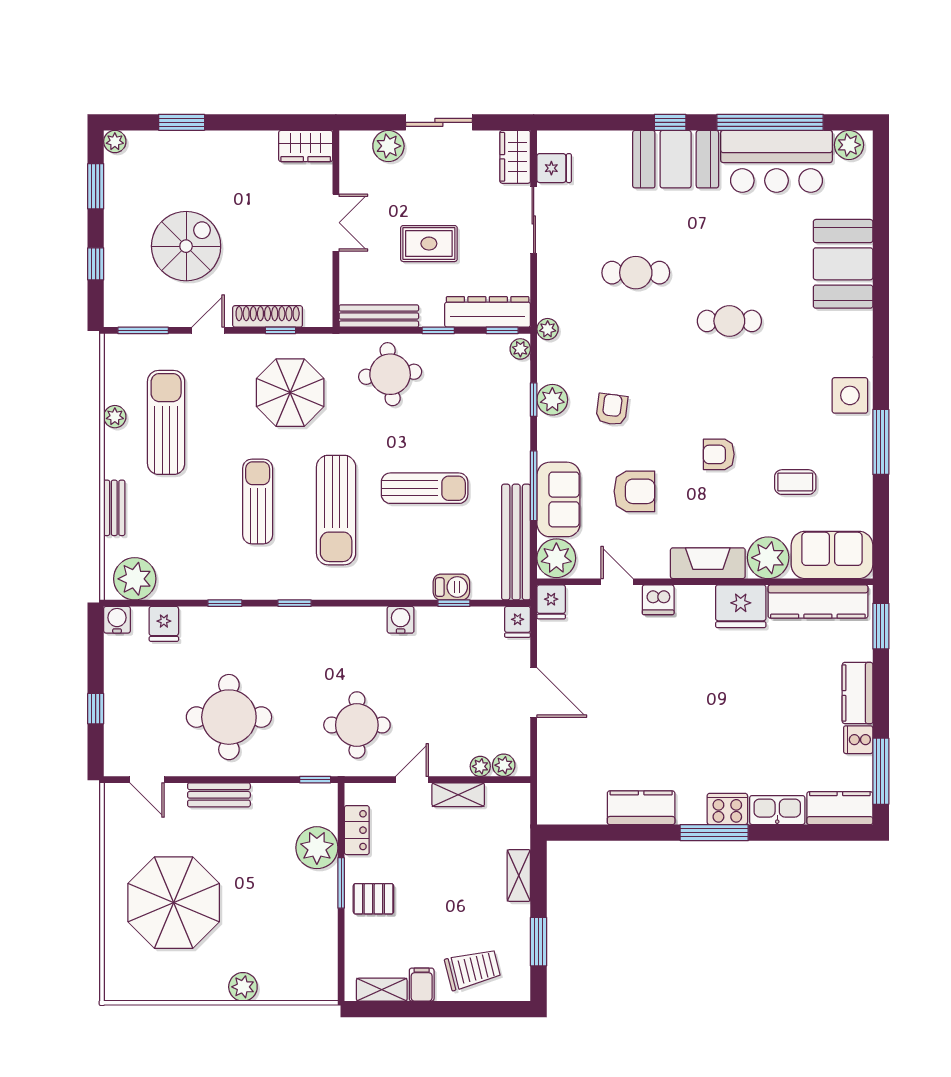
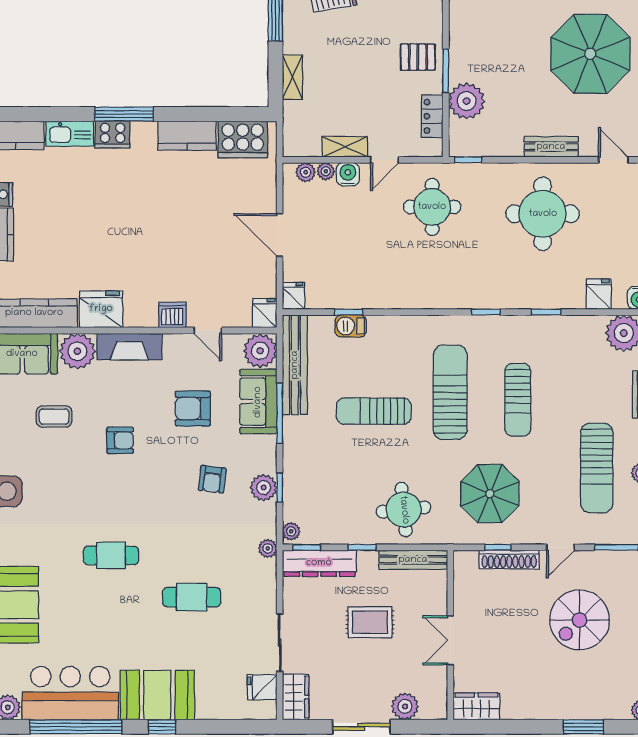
water cooler: (401, 620) -> (348, 174), moved, turned 180
cooker: (576, 803) -> (243, 139), added

